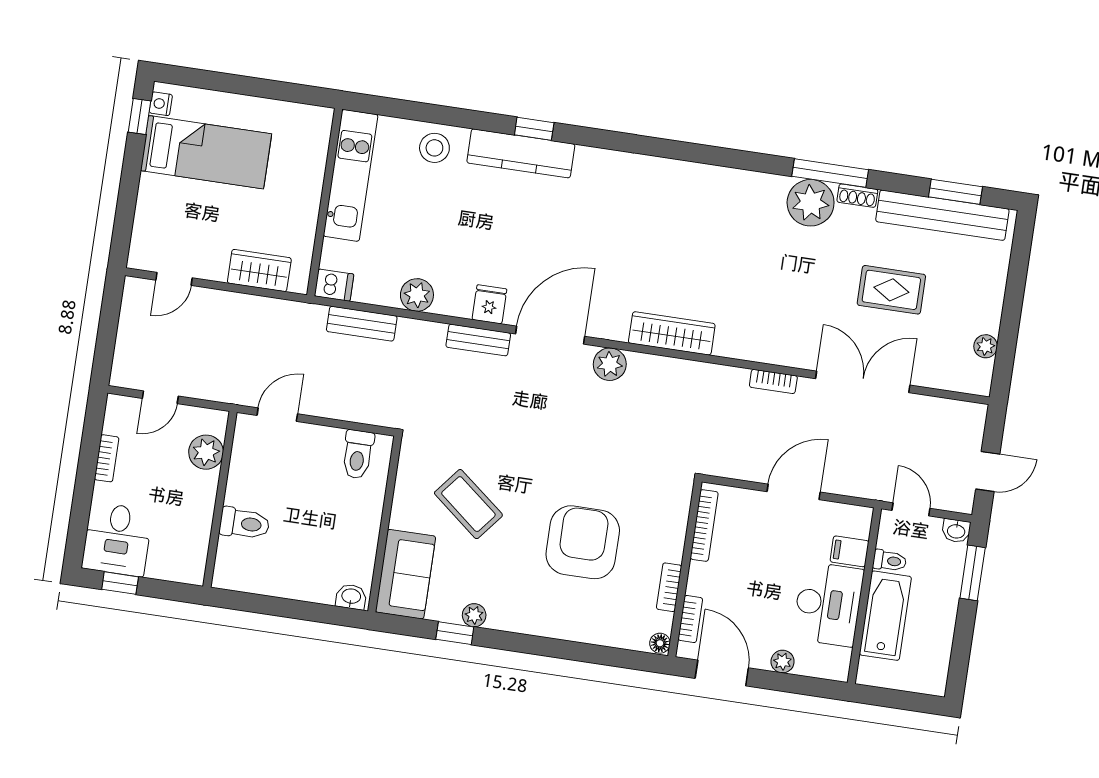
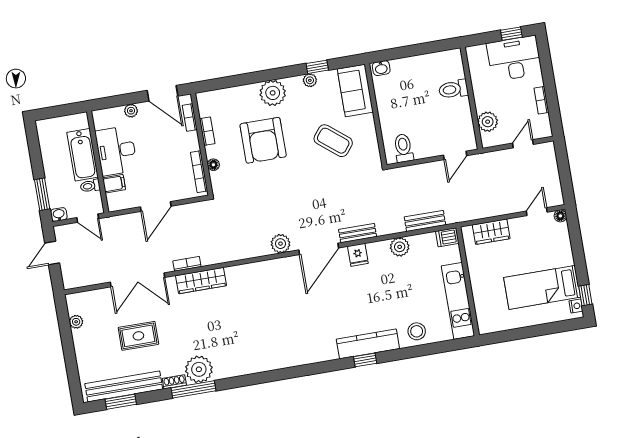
floor lamp: (138, 259) -> (560, 216), added
wardrobe: (672, 333) -> (201, 281), moved
desk: (117, 539) -> (514, 58), width x1.37
plant: (542, 615) -> (273, 93), added
floor lamp: (660, 643) -> (213, 165), moved

